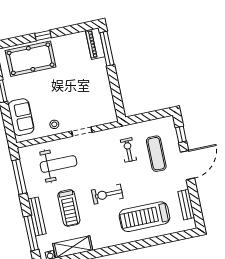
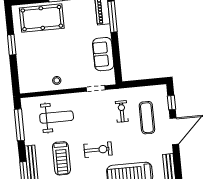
sofa: (21, 117) -> (103, 54), moved, turned 180
doorway: (82, 132) -> (96, 89), moved
exercise bike: (107, 194) -> (98, 150), turned 180

